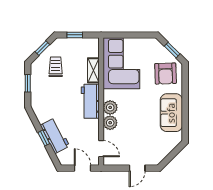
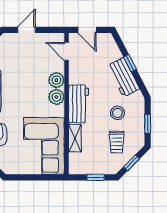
stool: (55, 93) -> (117, 113), added
workbench: (55, 136) -> (123, 77), moved

